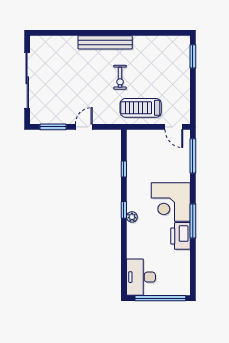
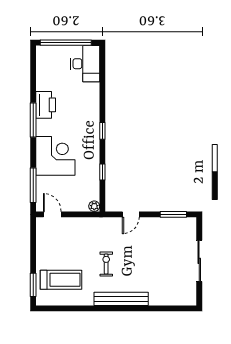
sliding door: (27, 80) -> (199, 261), width x0.73
treadmill: (141, 108) -> (61, 280), moved
door: (84, 127) -> (131, 214), moved
corner desk: (171, 202) -> (55, 156), moved
plant: (132, 217) -> (94, 206), moved

